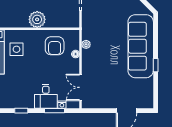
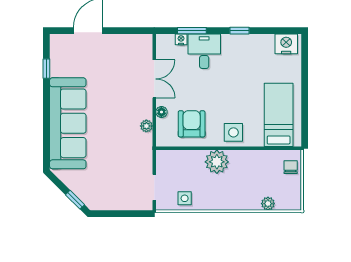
side table: (17, 49) -> (233, 132), moved
window: (156, 65) -> (46, 69), moved
double door: (81, 87) -> (154, 79), moved

